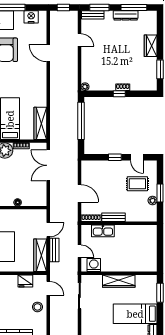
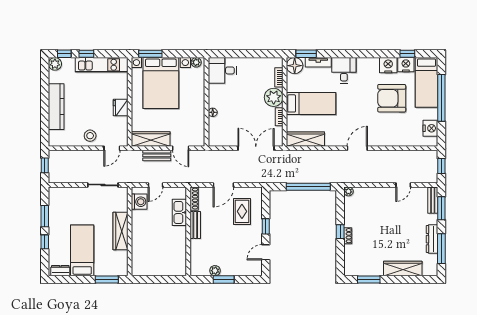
wardrobe: (151, 46) -> (403, 268), width x1.50
door: (48, 53) -> (357, 148), moved
rug: (137, 184) -> (242, 211), moved
fridge: (25, 281) -> (121, 107), moved

